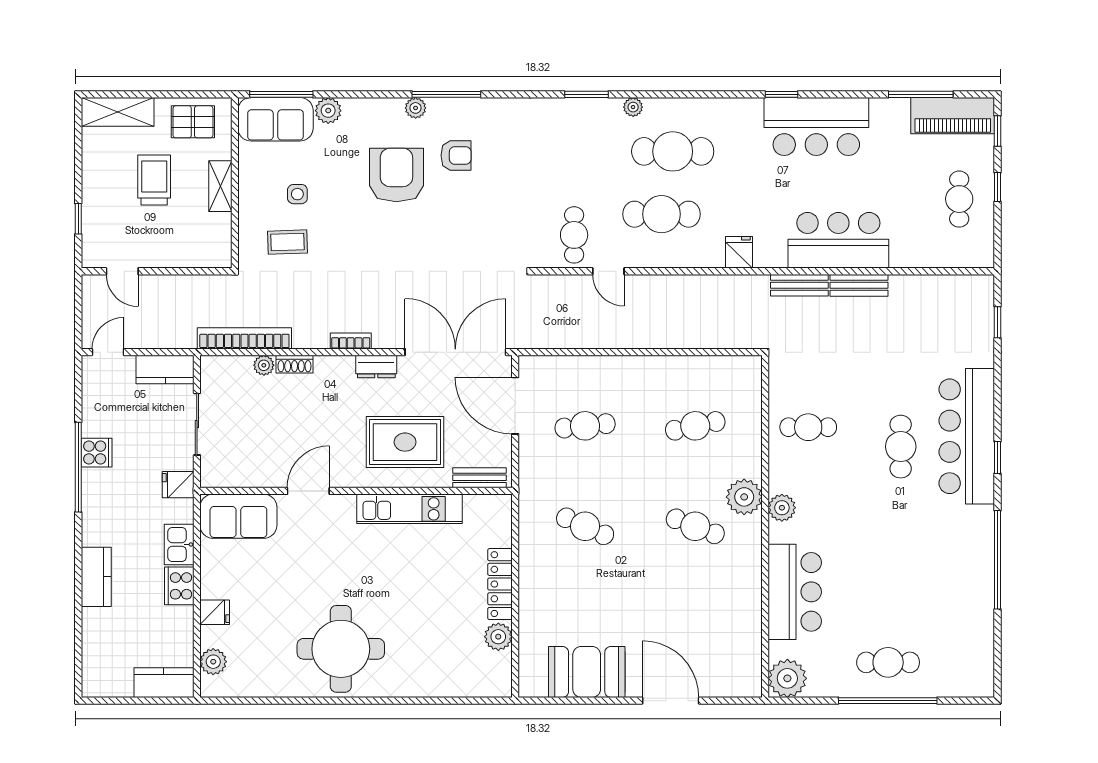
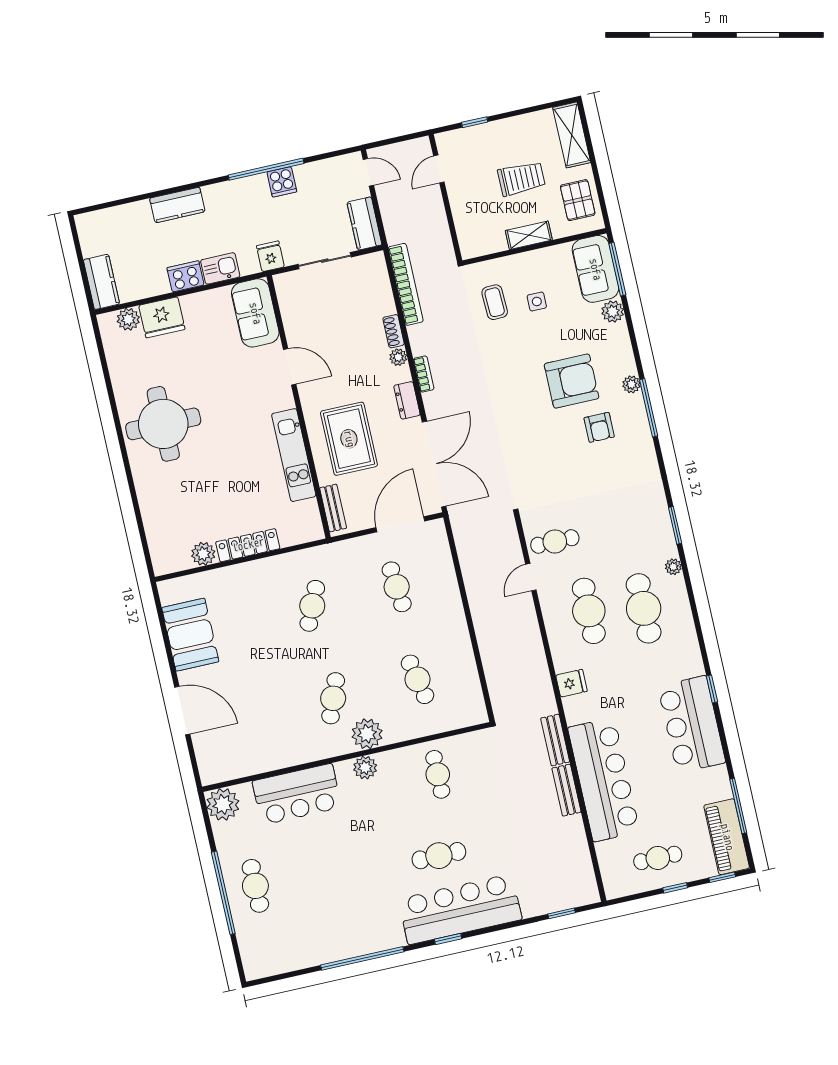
bar counter: (838, 240) -> (604, 780), width x1.36
plant: (264, 365) -> (398, 357), moved
fridge: (215, 612) -> (162, 317), width x1.88, depth x1.34
door: (671, 701) -> (182, 711), hinge flipped

